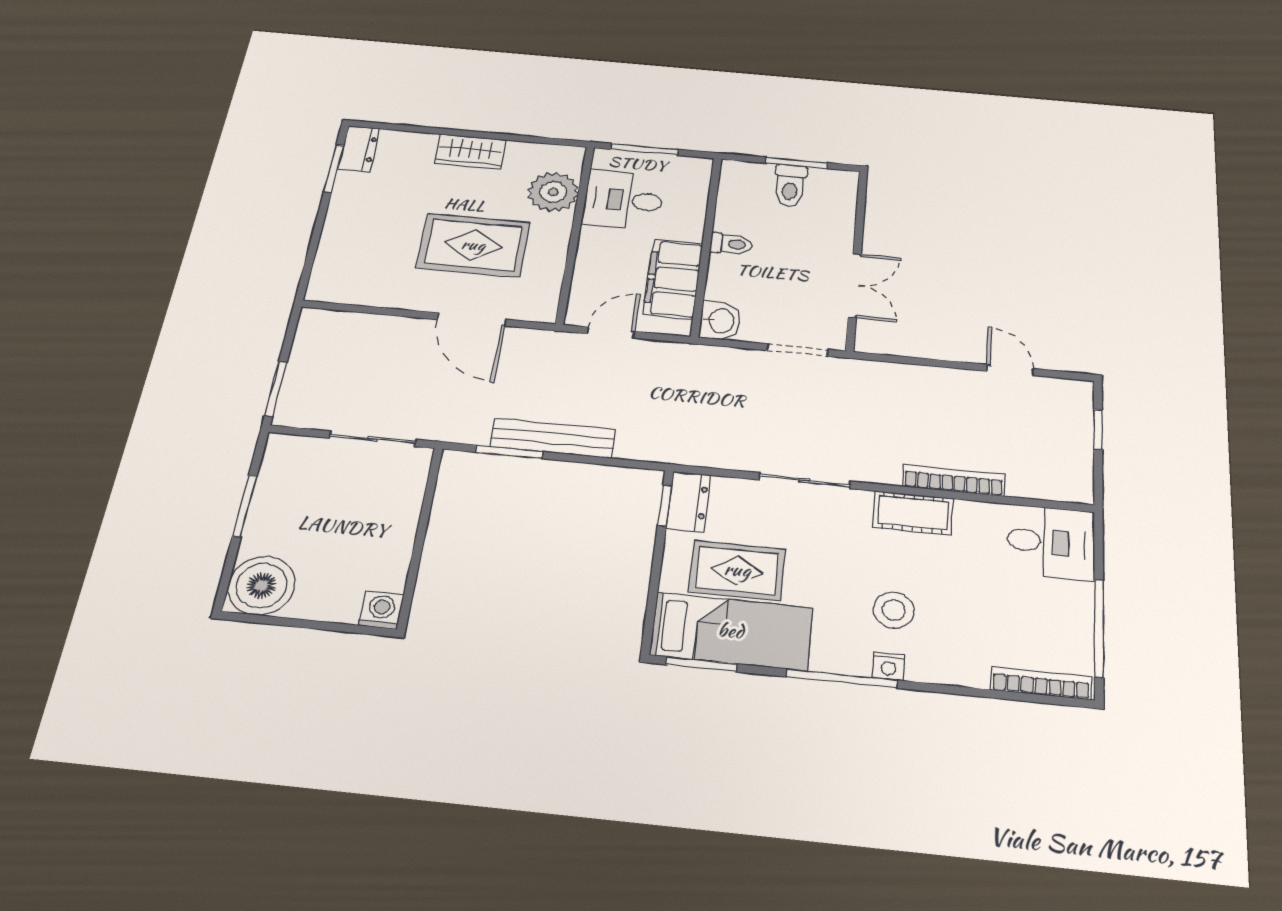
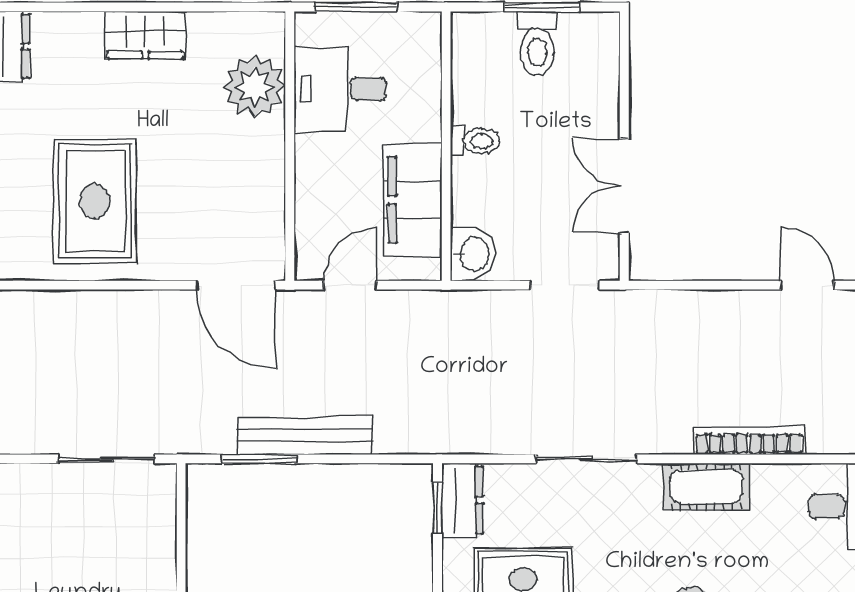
rug: (473, 245) -> (95, 201), moved, turned 90
double door: (855, 285) -> (624, 185), swing flipped
door: (472, 319) -> (236, 285), moved

